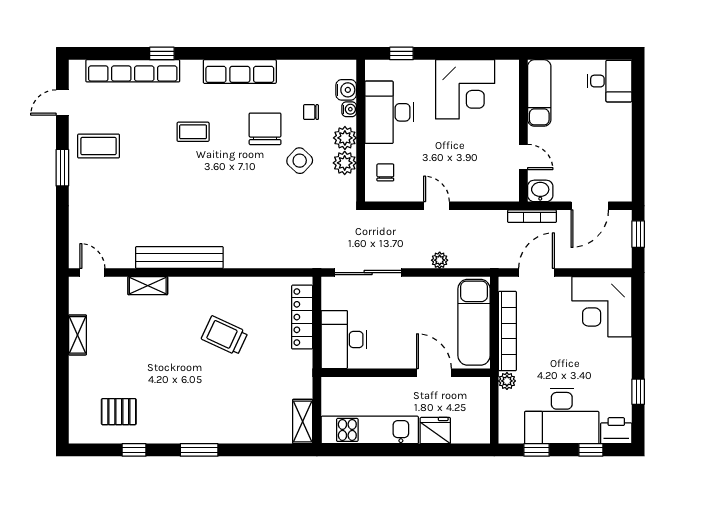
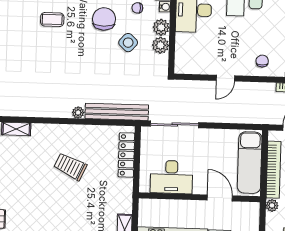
chair: (385, 172) -> (262, 61), moved
door: (437, 206) -> (225, 78), swing flipped
bench: (179, 257) -> (117, 112), moved
plant: (440, 260) -> (78, 113), moved
desk: (344, 340) -> (171, 177), moved, turned -90

